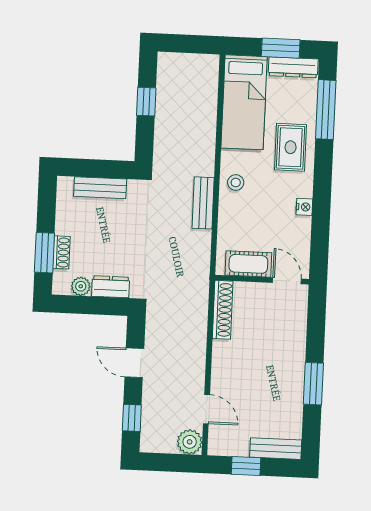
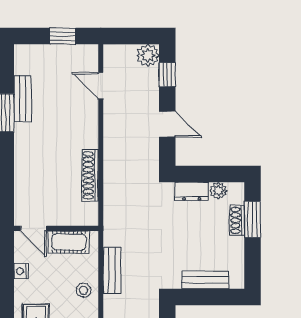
cot: (248, 264) -> (69, 242), moved
wall: (262, 280) -> (56, 228), moved
door: (287, 281) -> (34, 228), moved
plant: (190, 442) -> (148, 55), moved
bench: (276, 449) -> (23, 99), moved, turned 90

